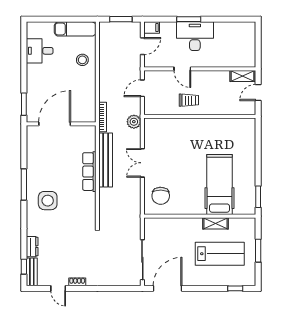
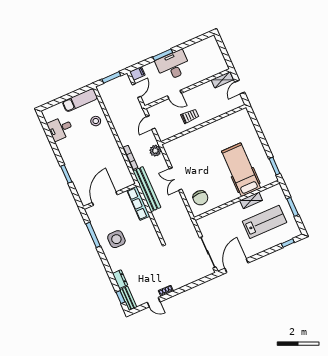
door: (55, 124) -> (105, 199), moved
wall: (61, 124) -> (110, 196), moved

